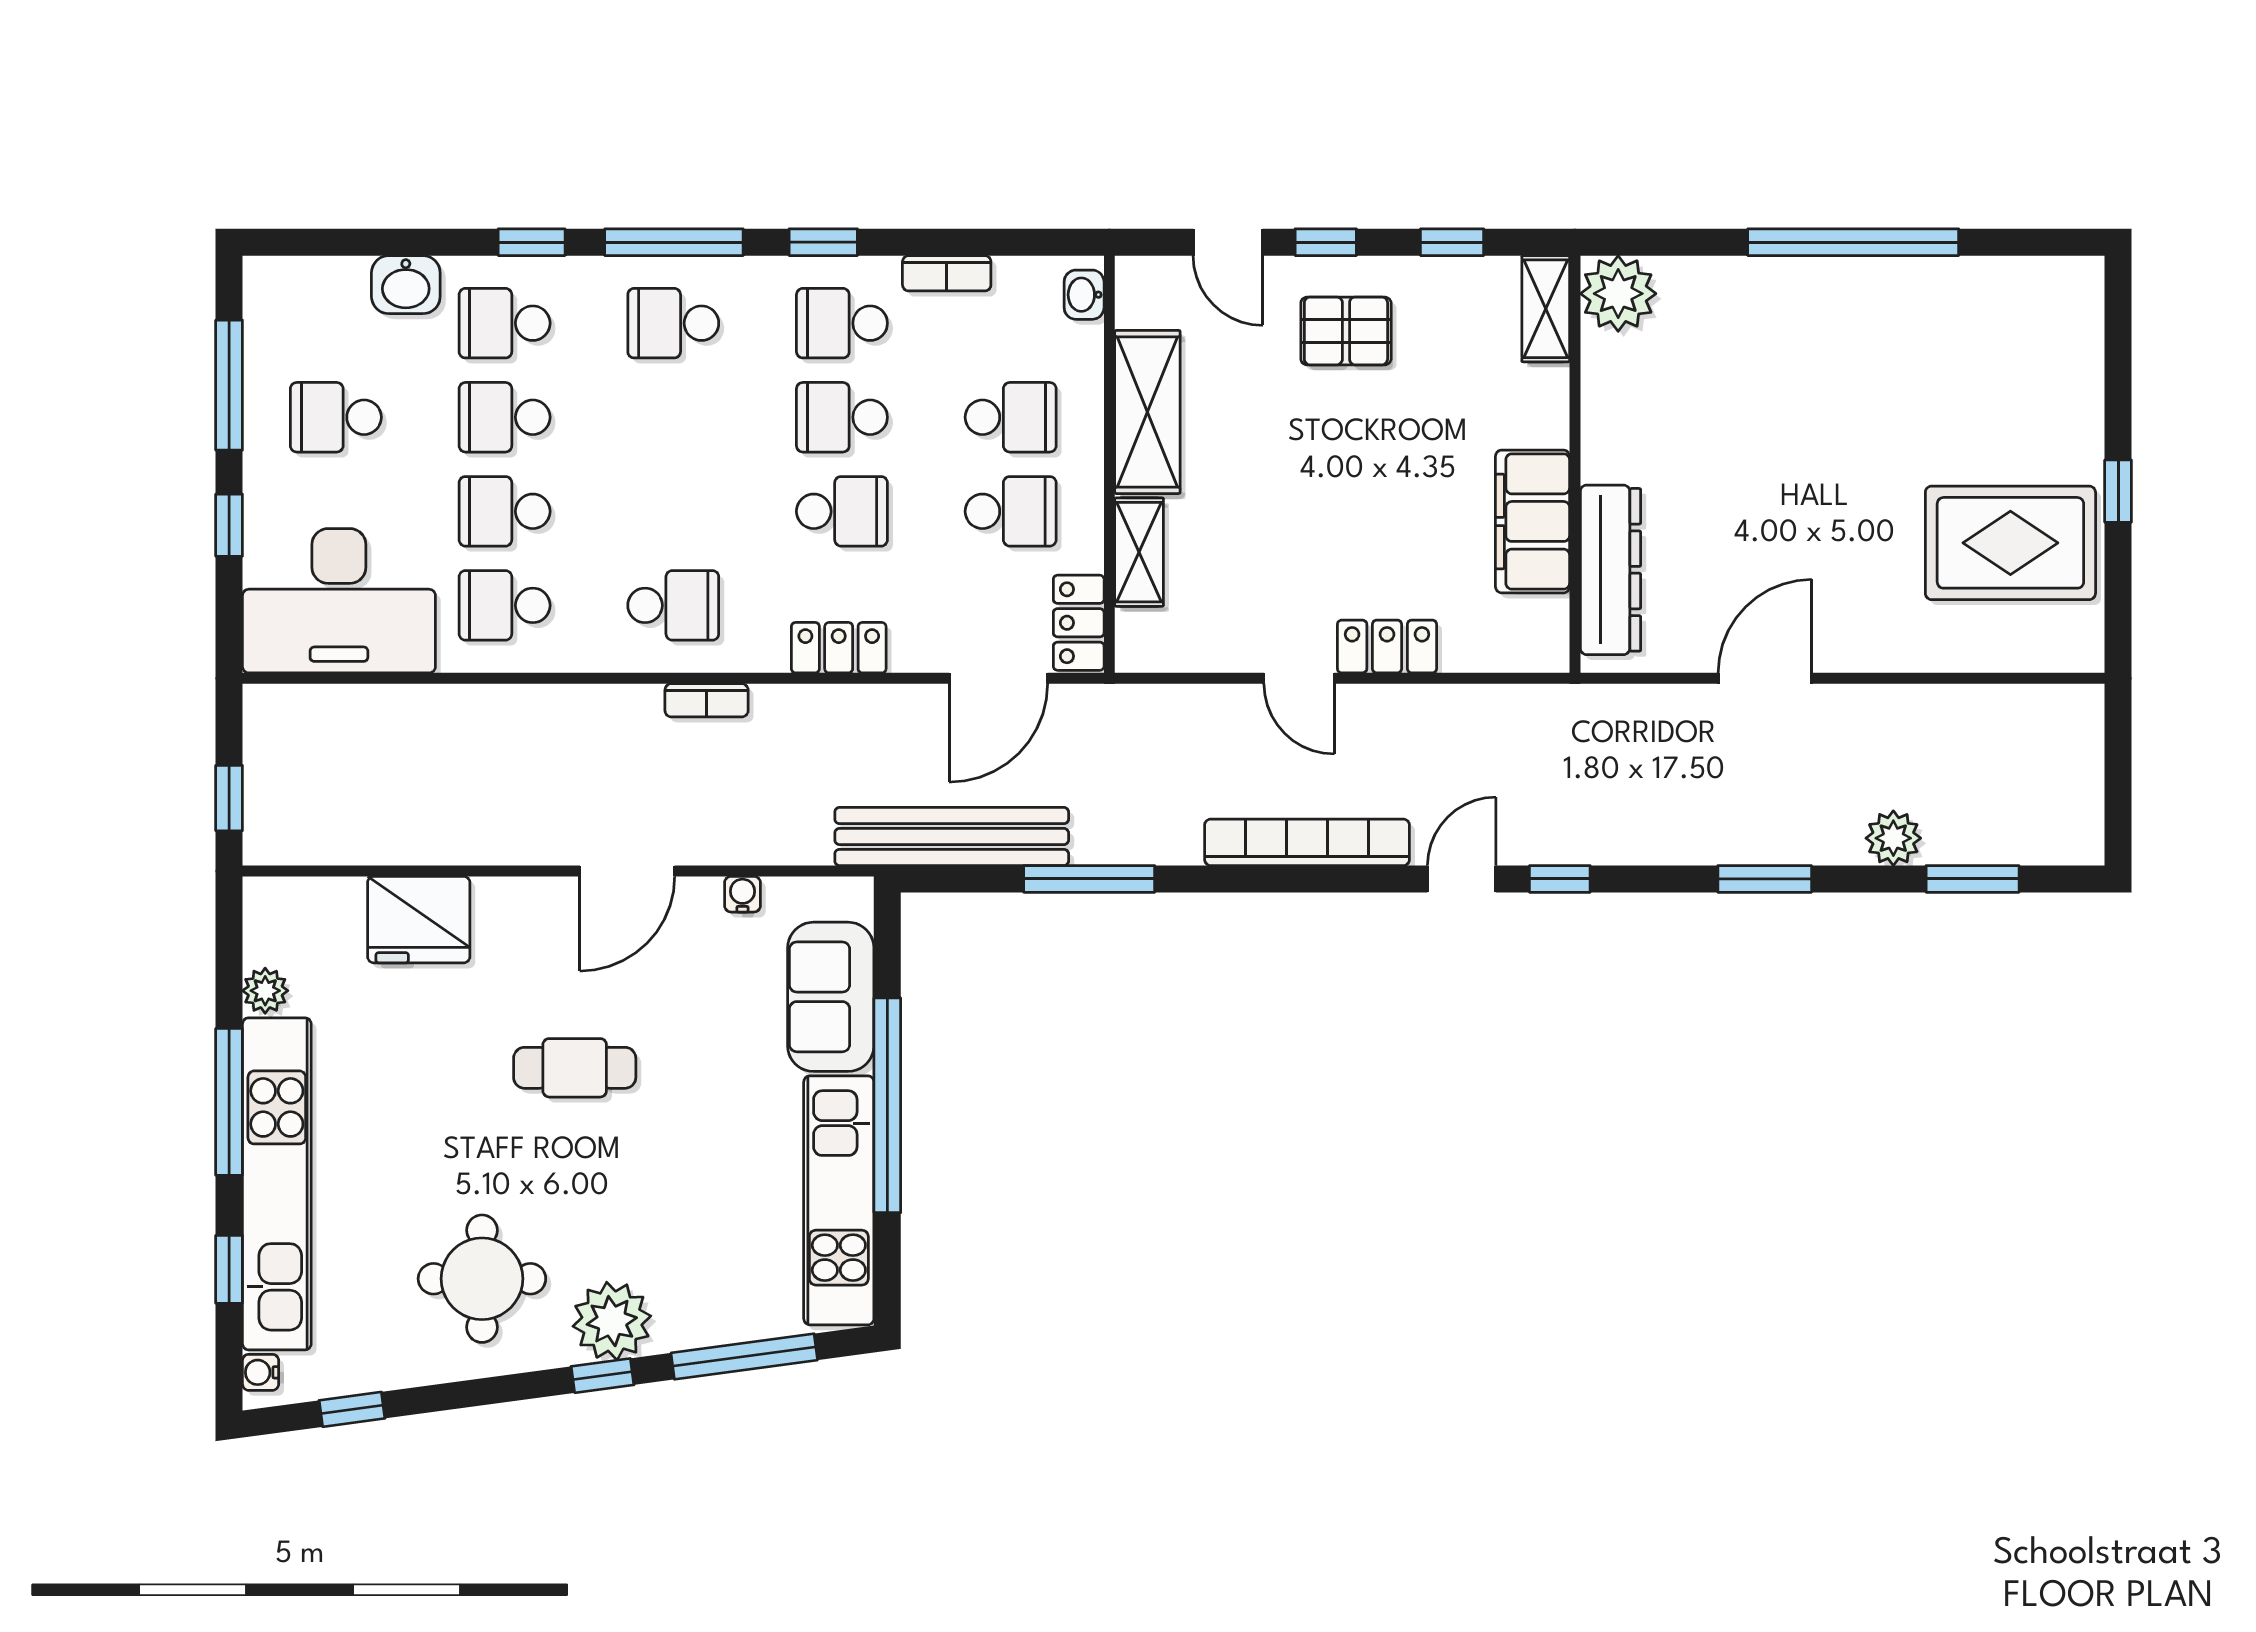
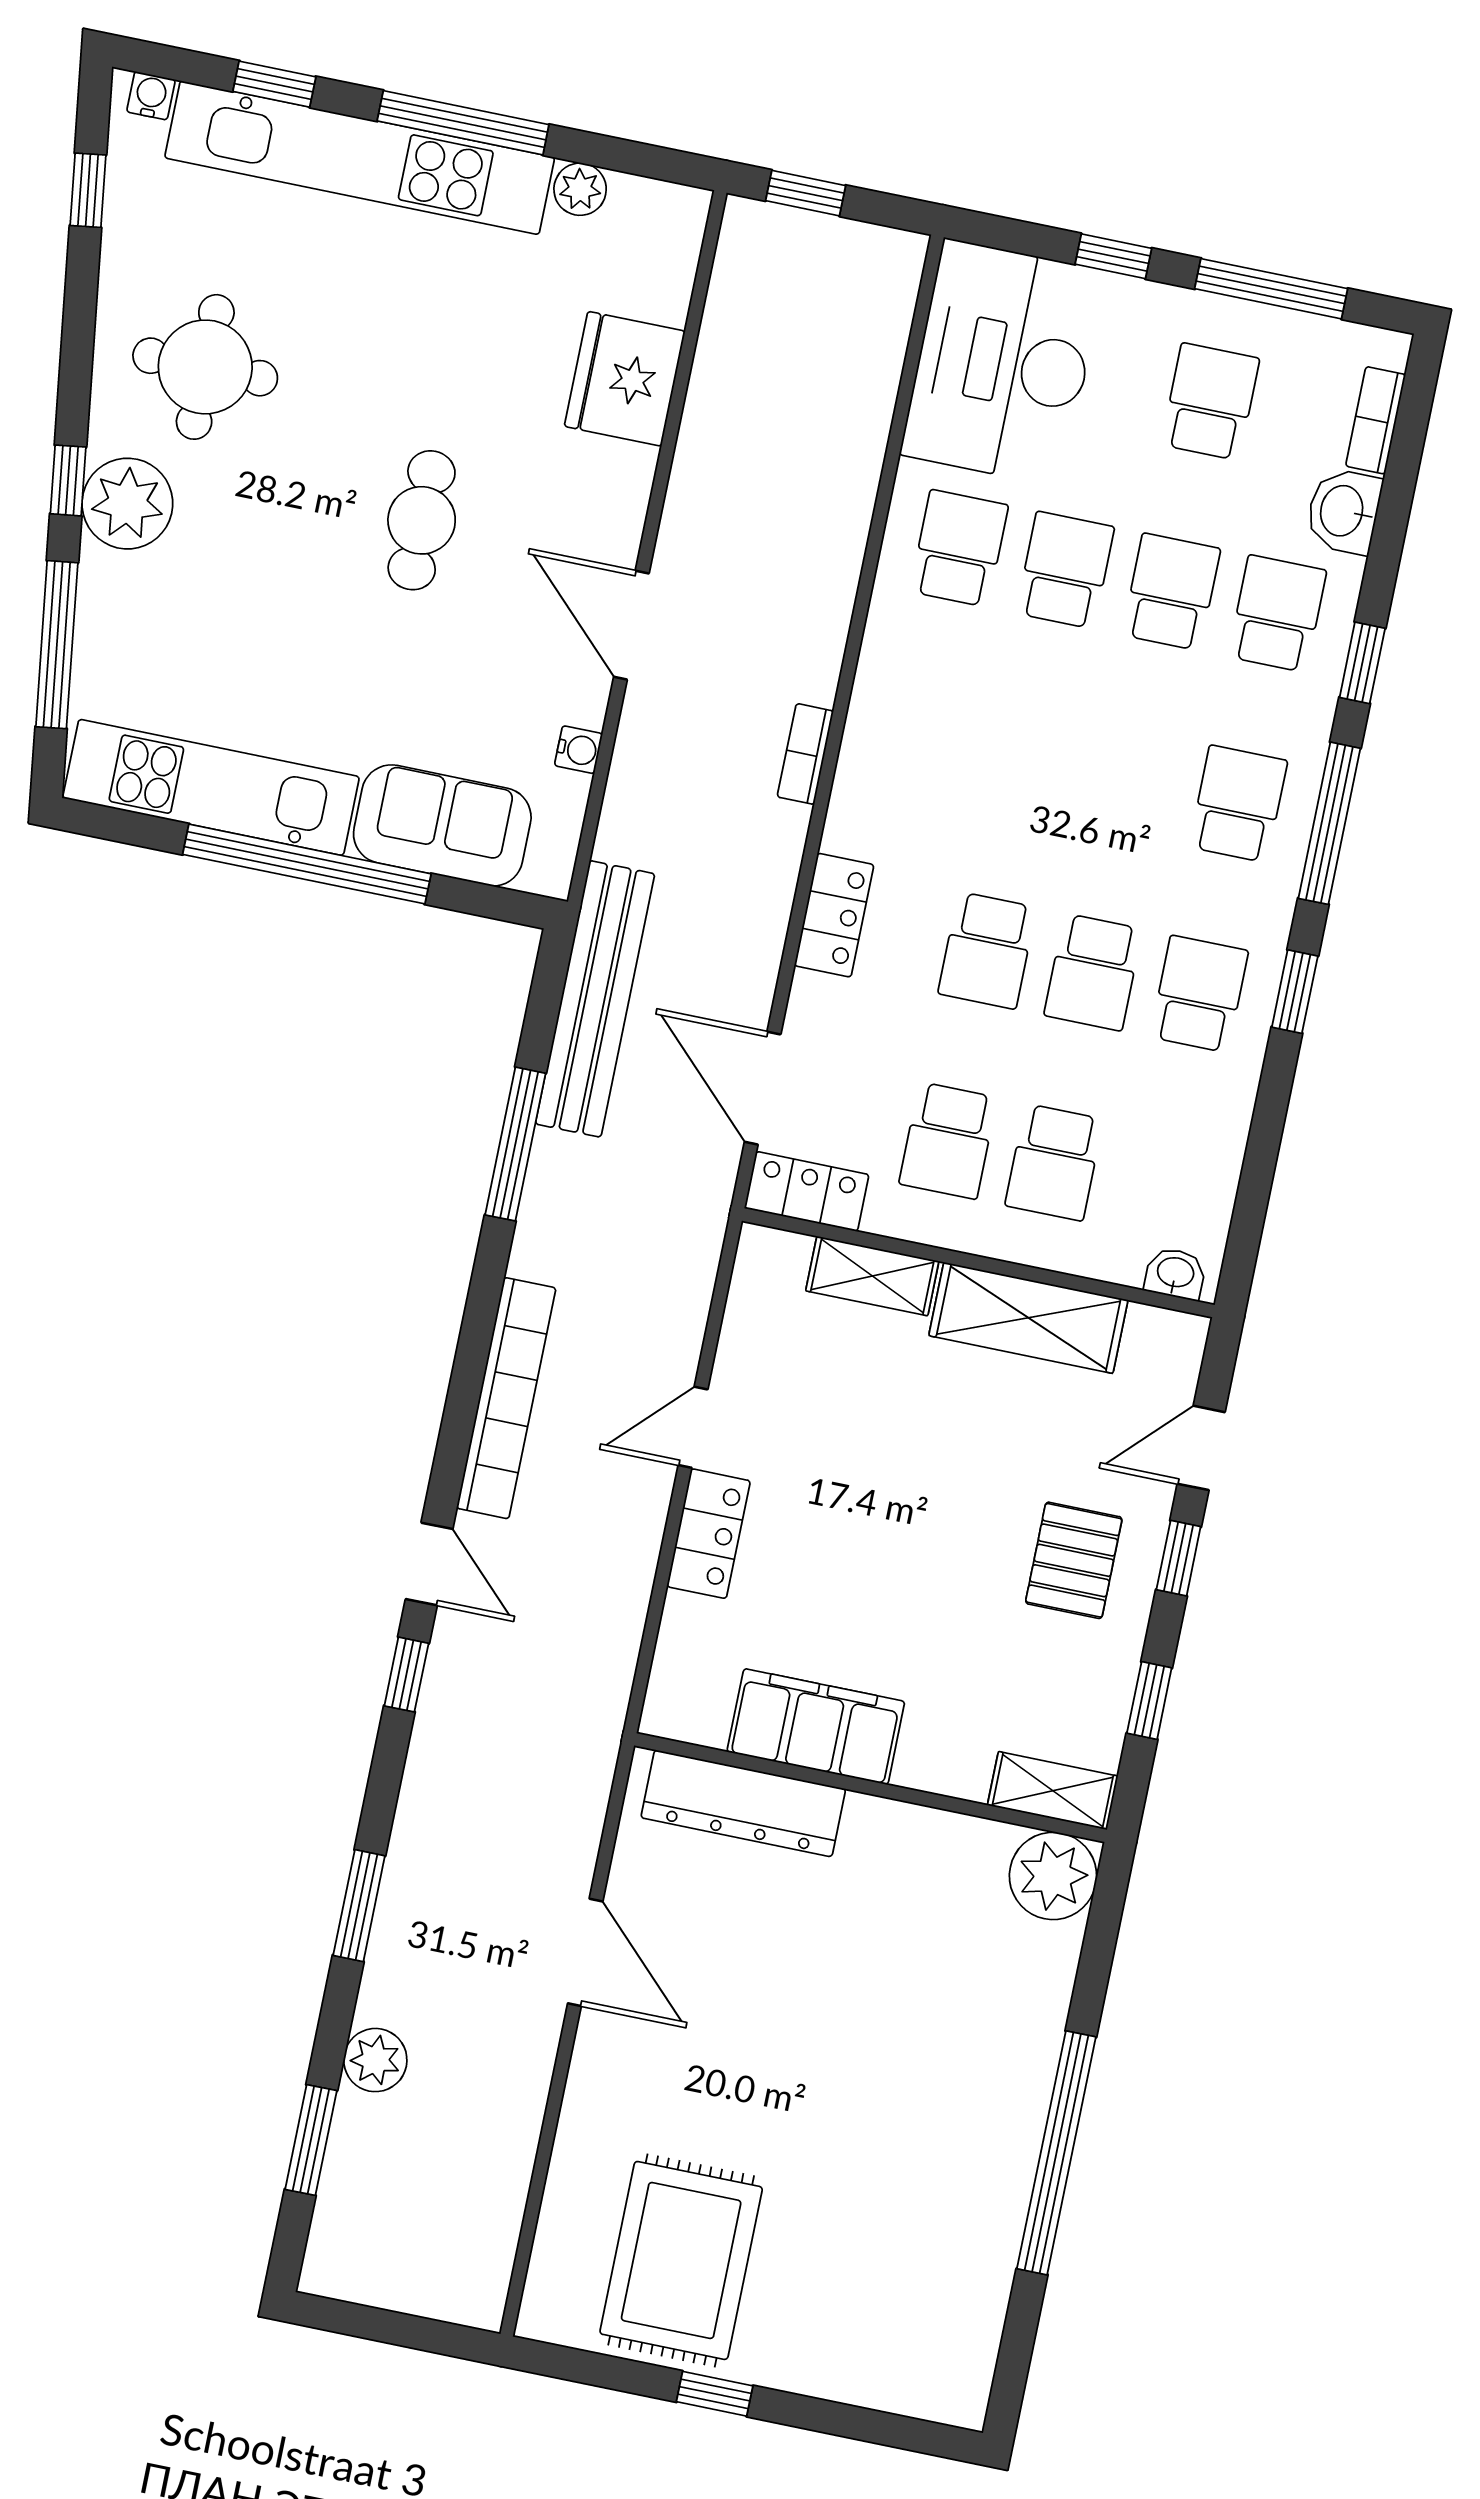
bookcase: (947, 273) -> (1376, 420), moved
school desk: (842, 417) -> (1093, 972), turned 180
school desk: (673, 605) -> (920, 738), removed

